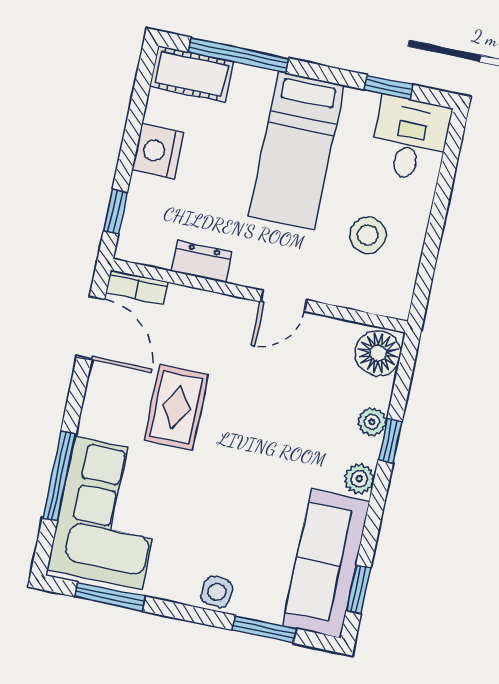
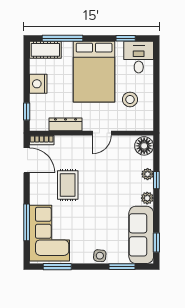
bed: (296, 151) -> (94, 72), width x1.50
dresser: (202, 262) -> (65, 124), width x1.44

